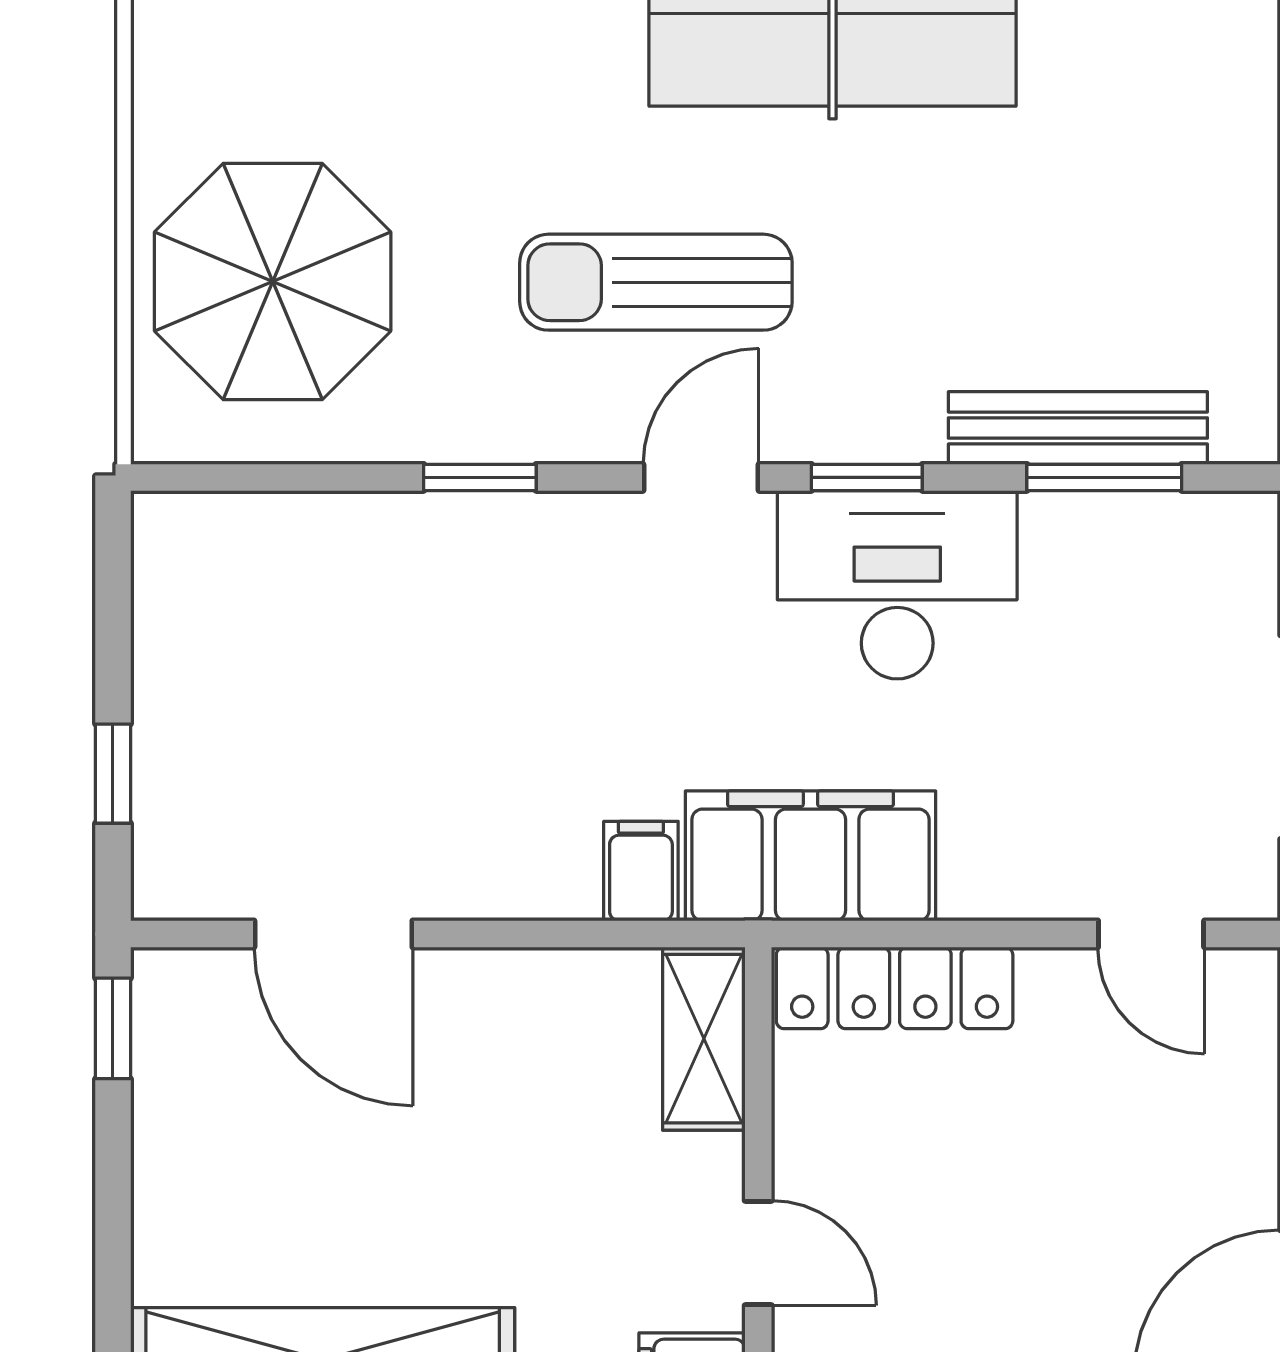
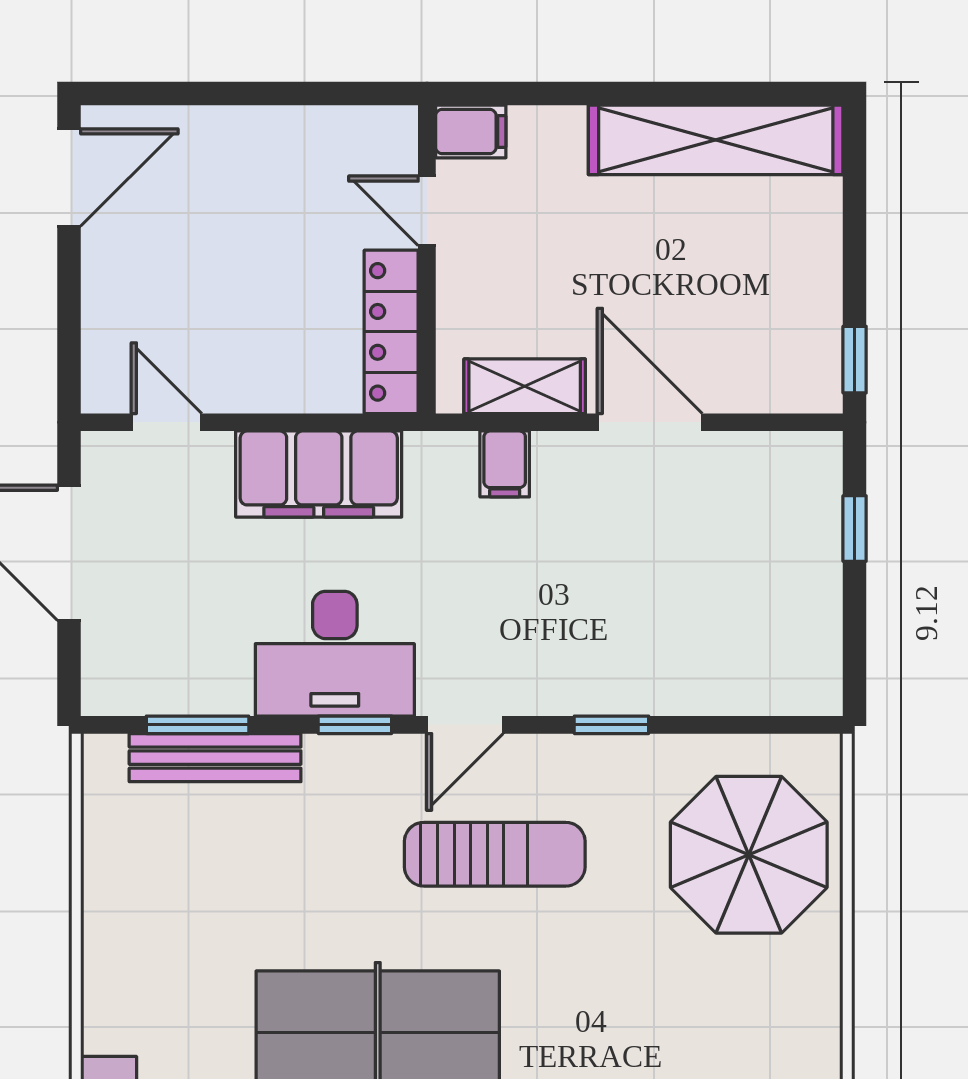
filing cabinet: (810, 856) -> (319, 474), moved
door: (333, 934) -> (650, 422), moved
locker: (895, 988) -> (391, 332), moved, turned -90
shelving: (704, 1039) -> (525, 386), moved, turned 90

